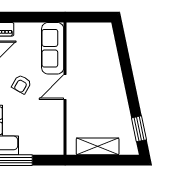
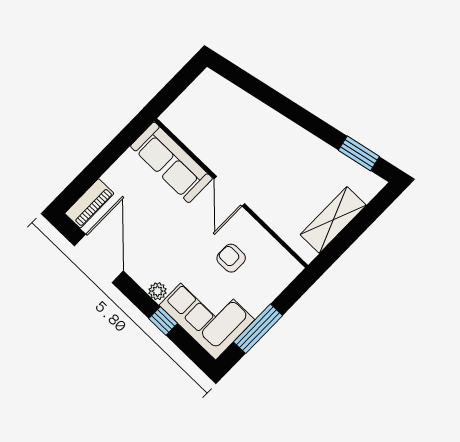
armchair: (22, 84) -> (231, 258), moved, turned 150

